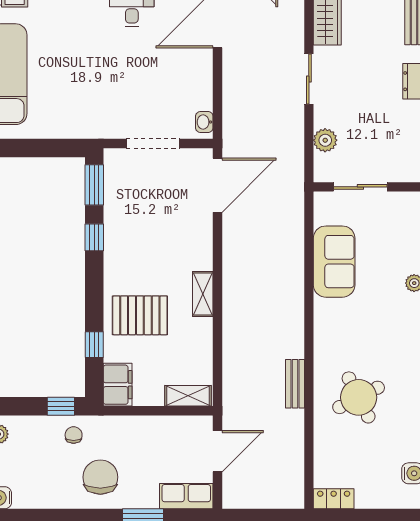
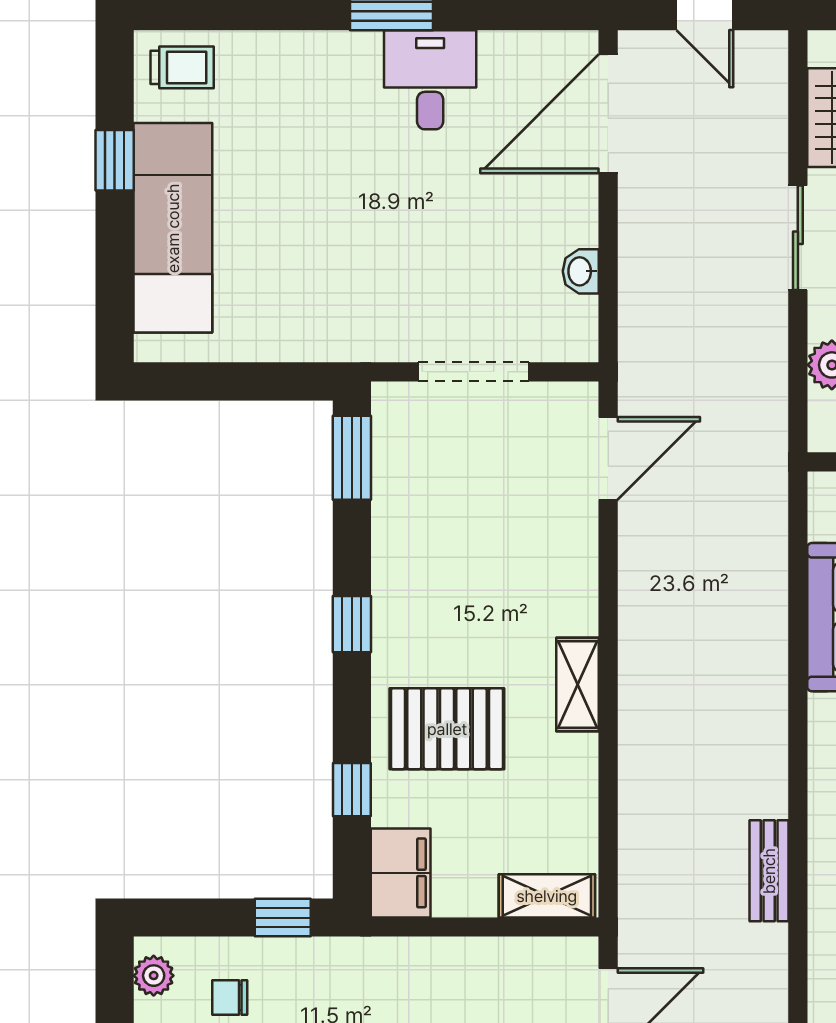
washbasin: (204, 122) -> (581, 271), moved
door: (217, 185) -> (608, 458), width x0.73
window: (94, 237) -> (352, 624), moved
chair: (74, 435) -> (230, 997), moved, turned -90

